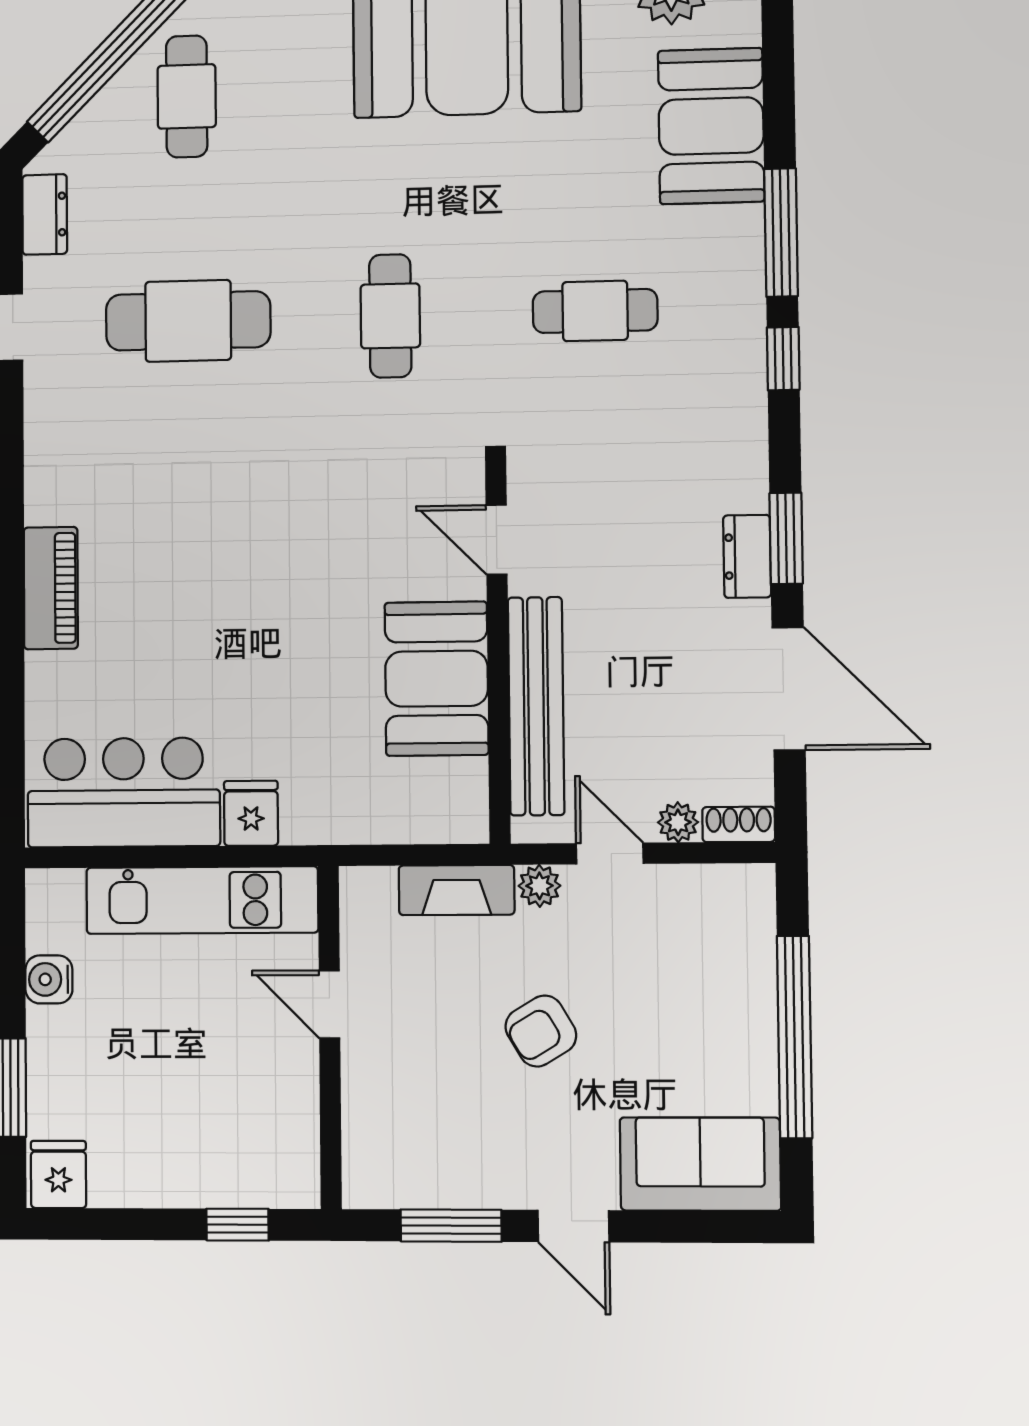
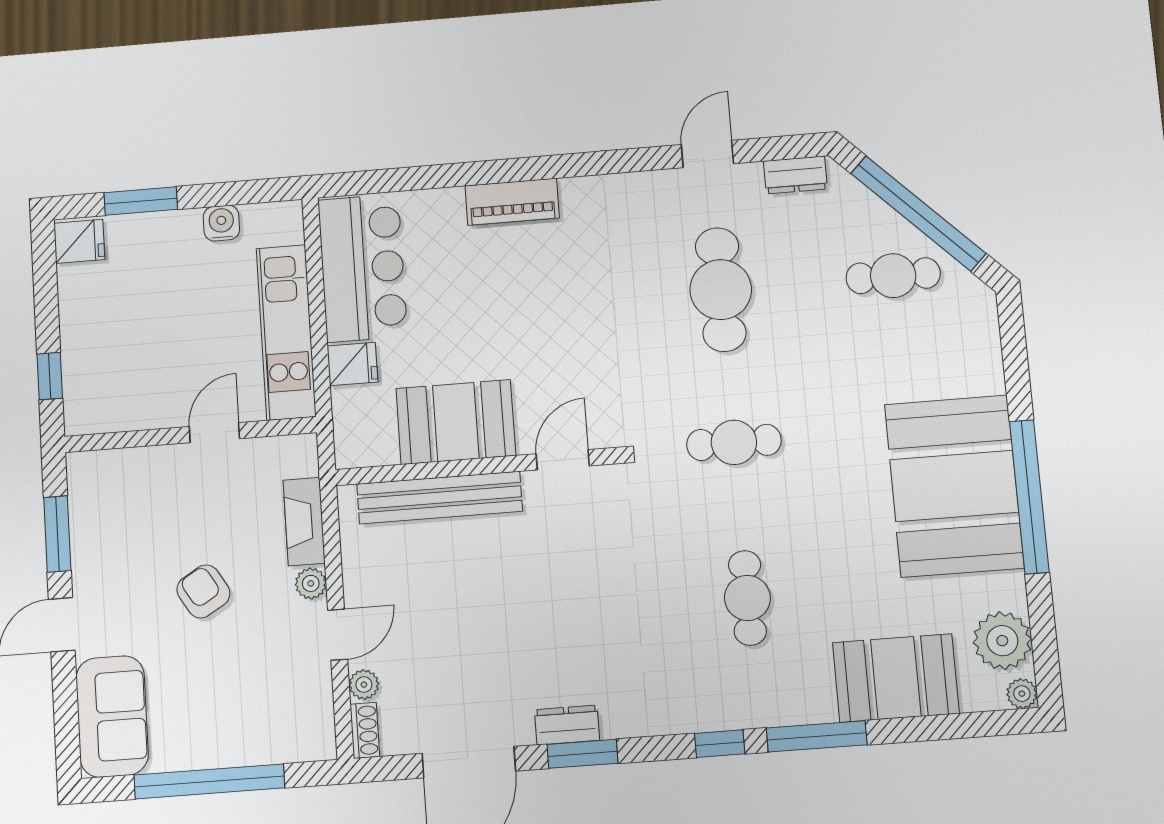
door: (497, 540) -> (563, 460), moved
wall: (498, 655) -> (476, 467), moved
booth: (437, 679) -> (456, 422), moved
bench: (536, 706) -> (440, 498), moved

